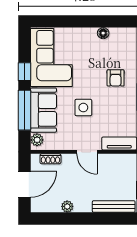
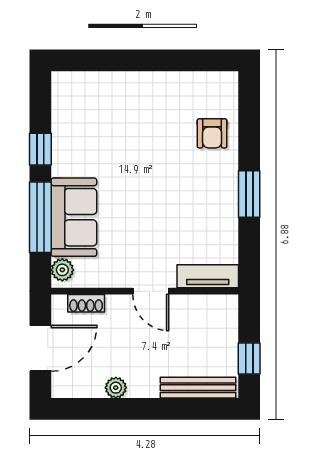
floor lamp: (103, 33) -> (179, 81), removed
corner sofa: (51, 58) -> (88, 124), removed
armchair: (116, 78) -> (212, 133), moved
side table: (83, 108) -> (144, 213), removed

